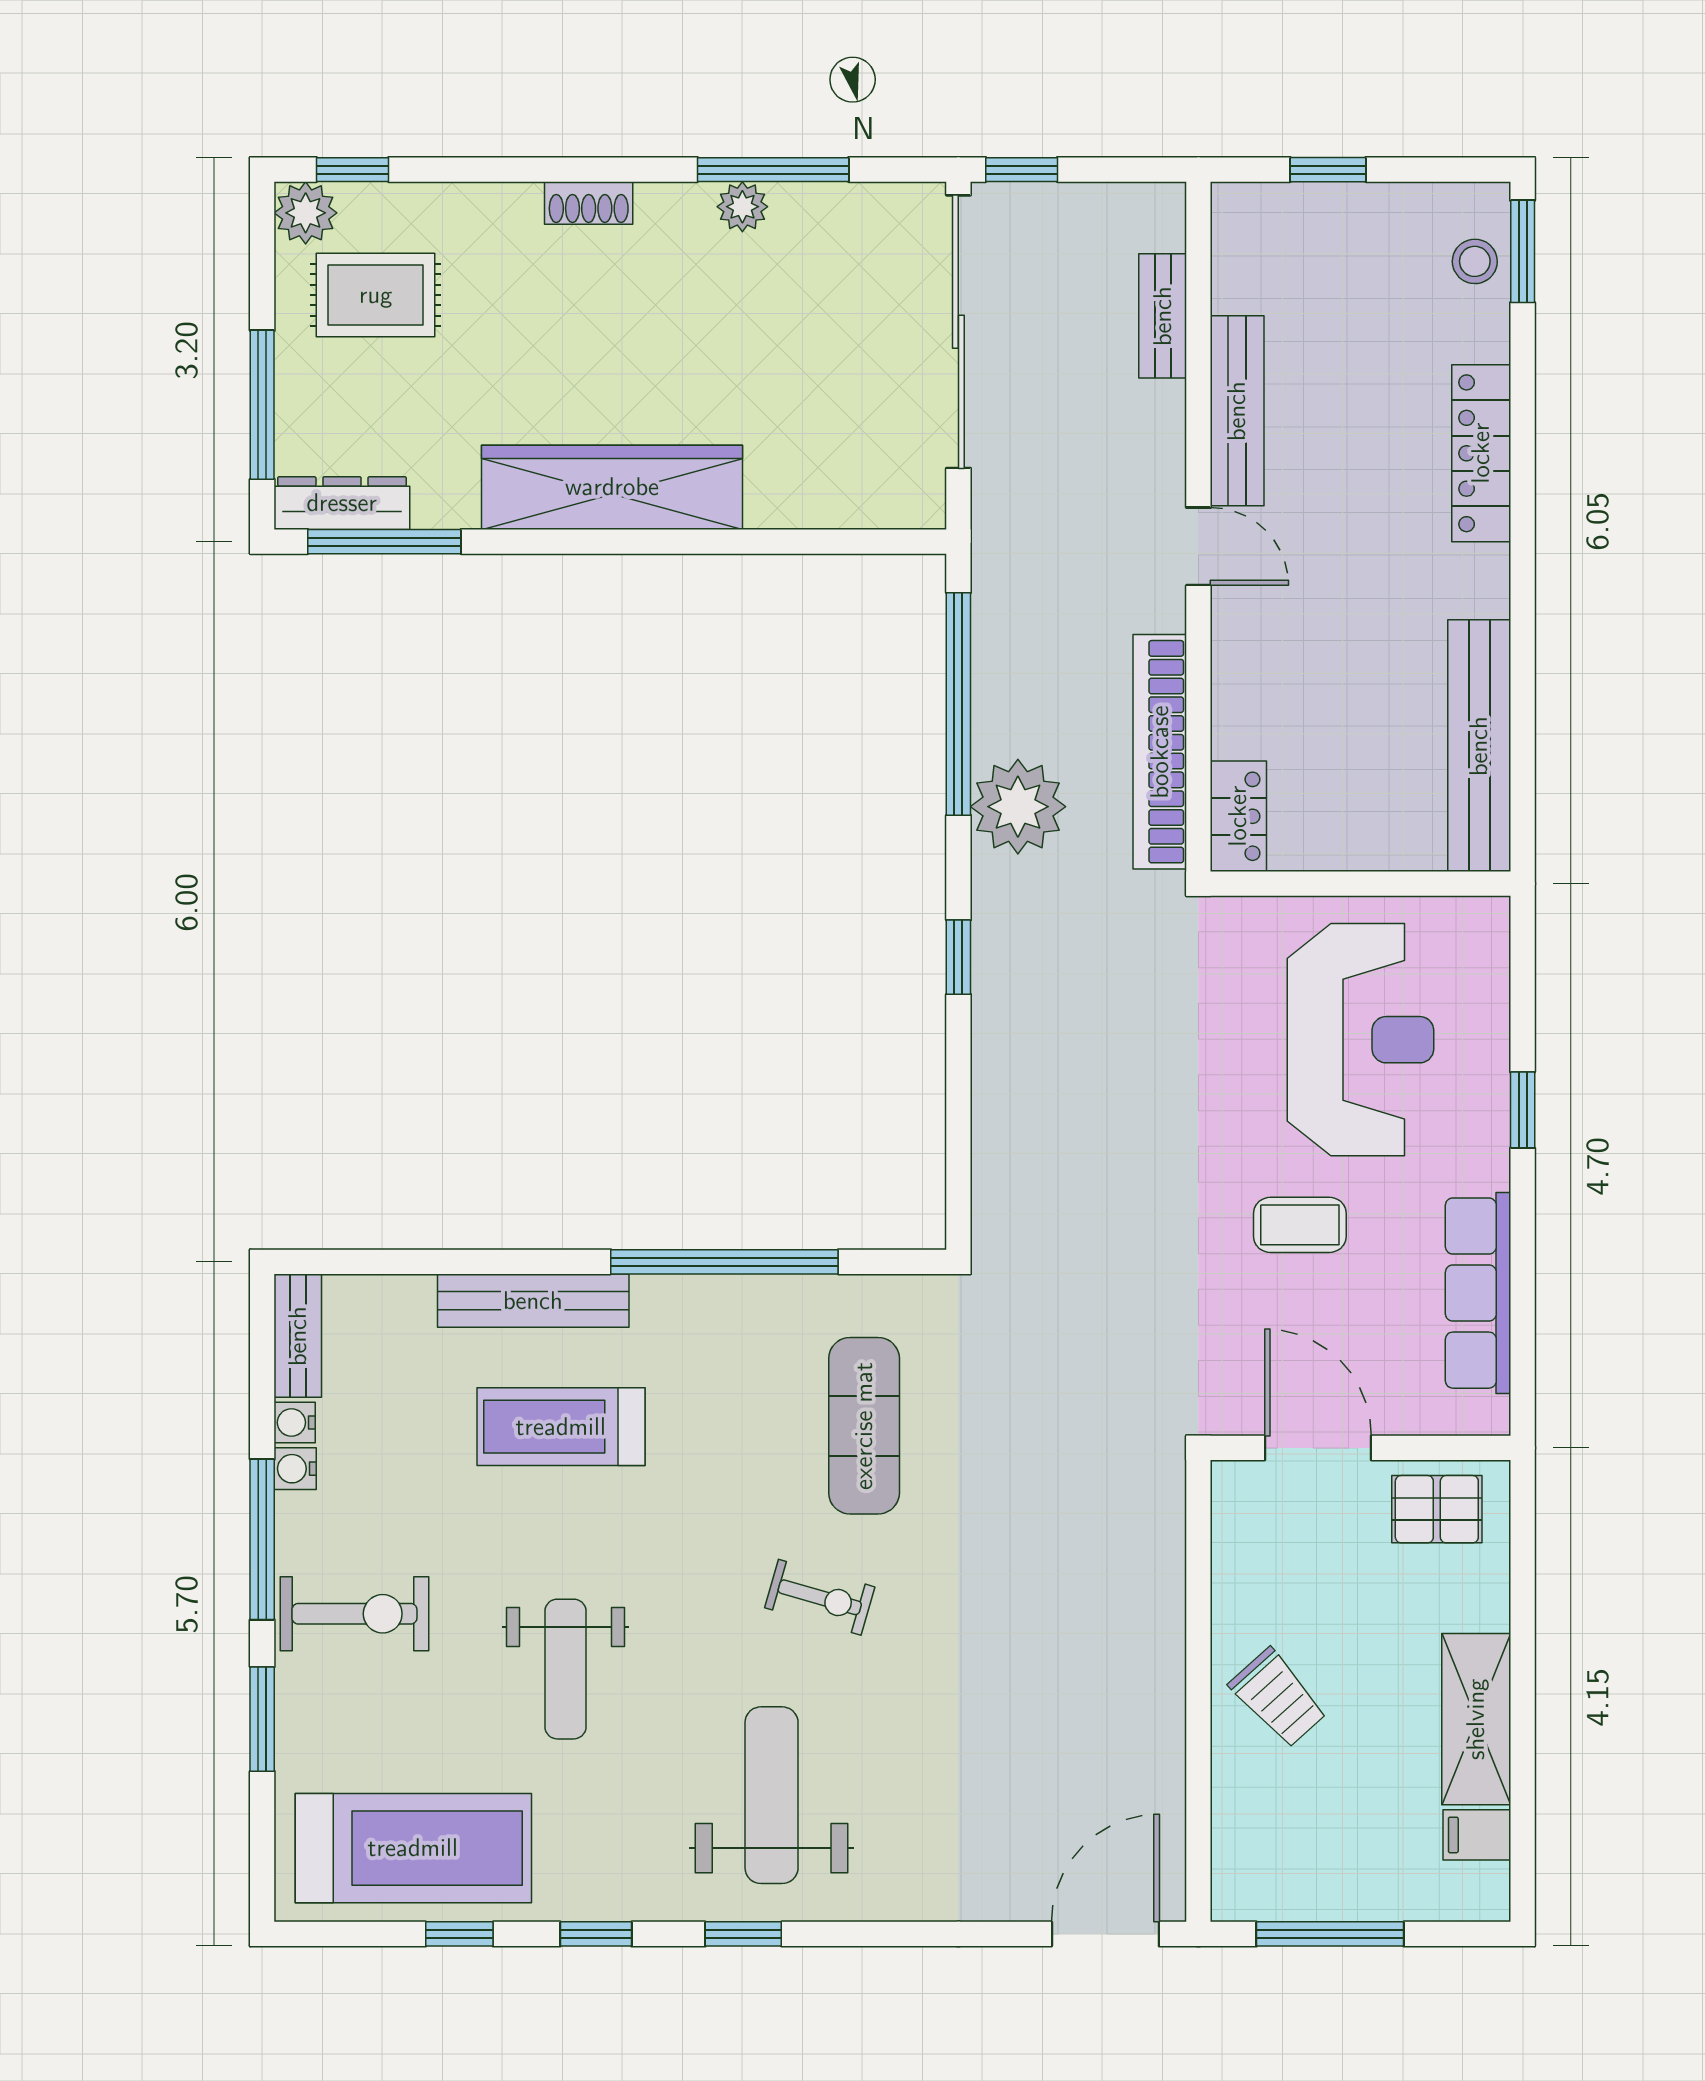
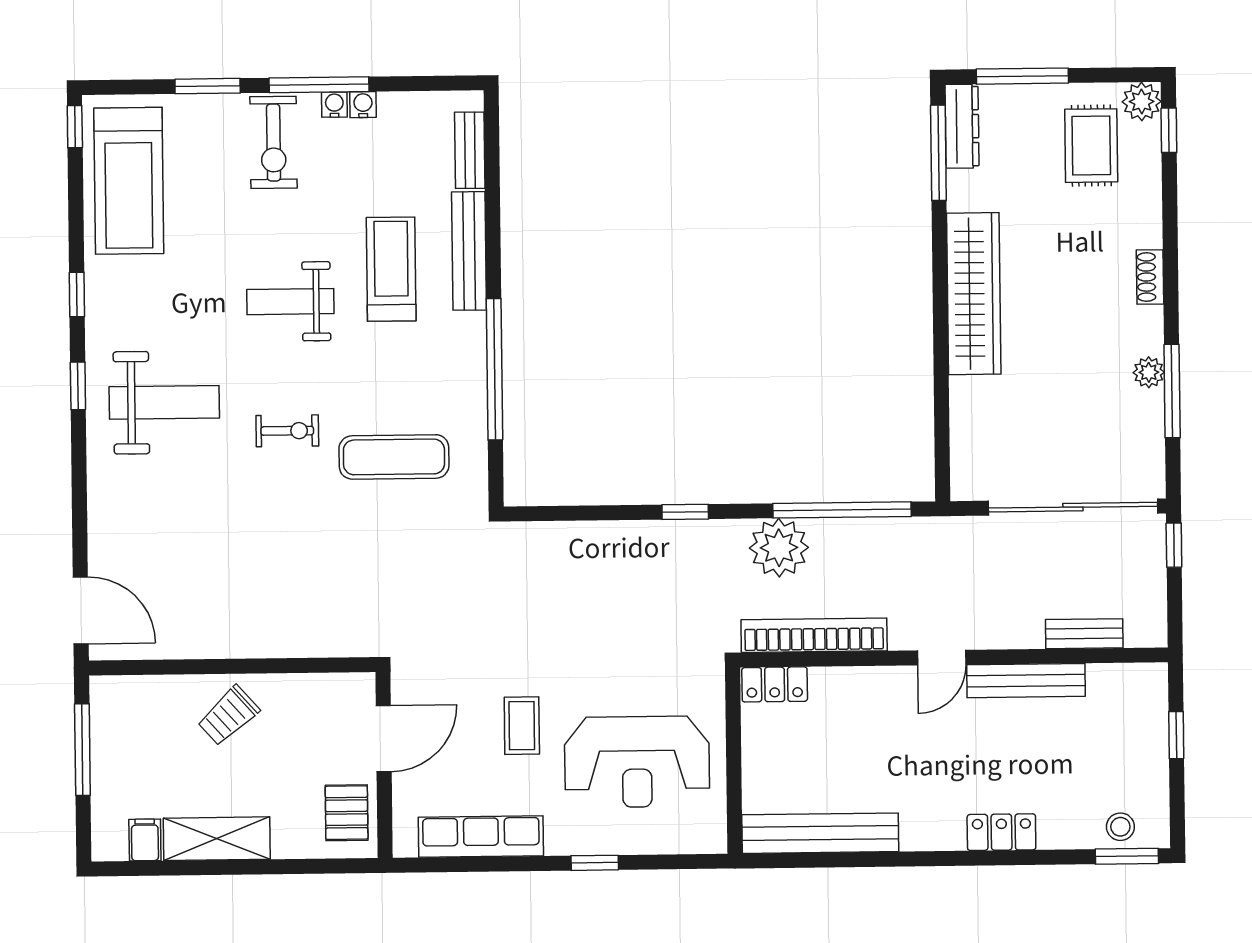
locker: (1481, 453) -> (1001, 832), width x0.66
bench: (298, 1336) -> (470, 150), moved, turned 90
water cooler: (295, 1422) -> (334, 105), moved
exercise bike: (820, 1597) -> (287, 431), turned -106
weight bench: (565, 1669) -> (290, 302), moved
window: (459, 1934) -> (75, 127), moved

